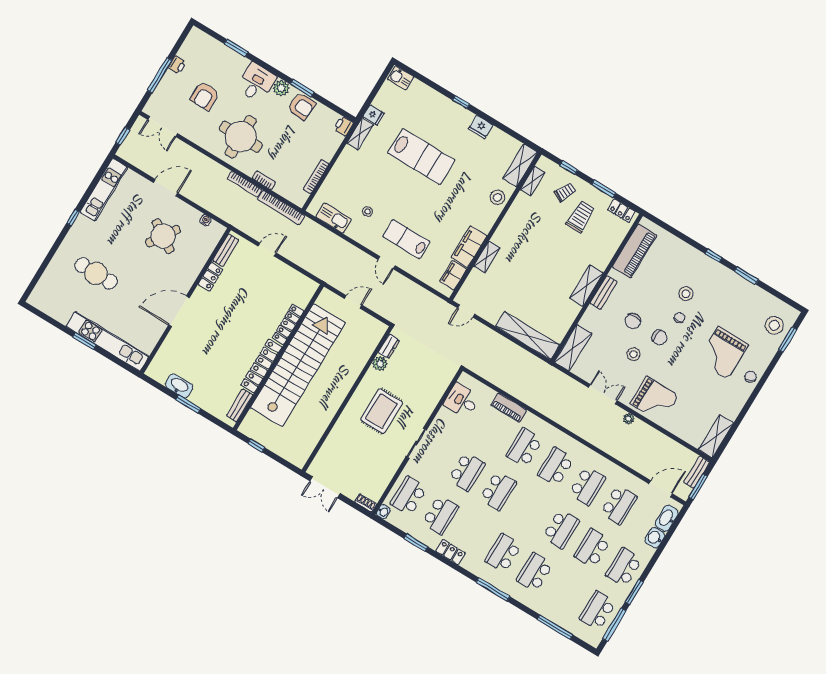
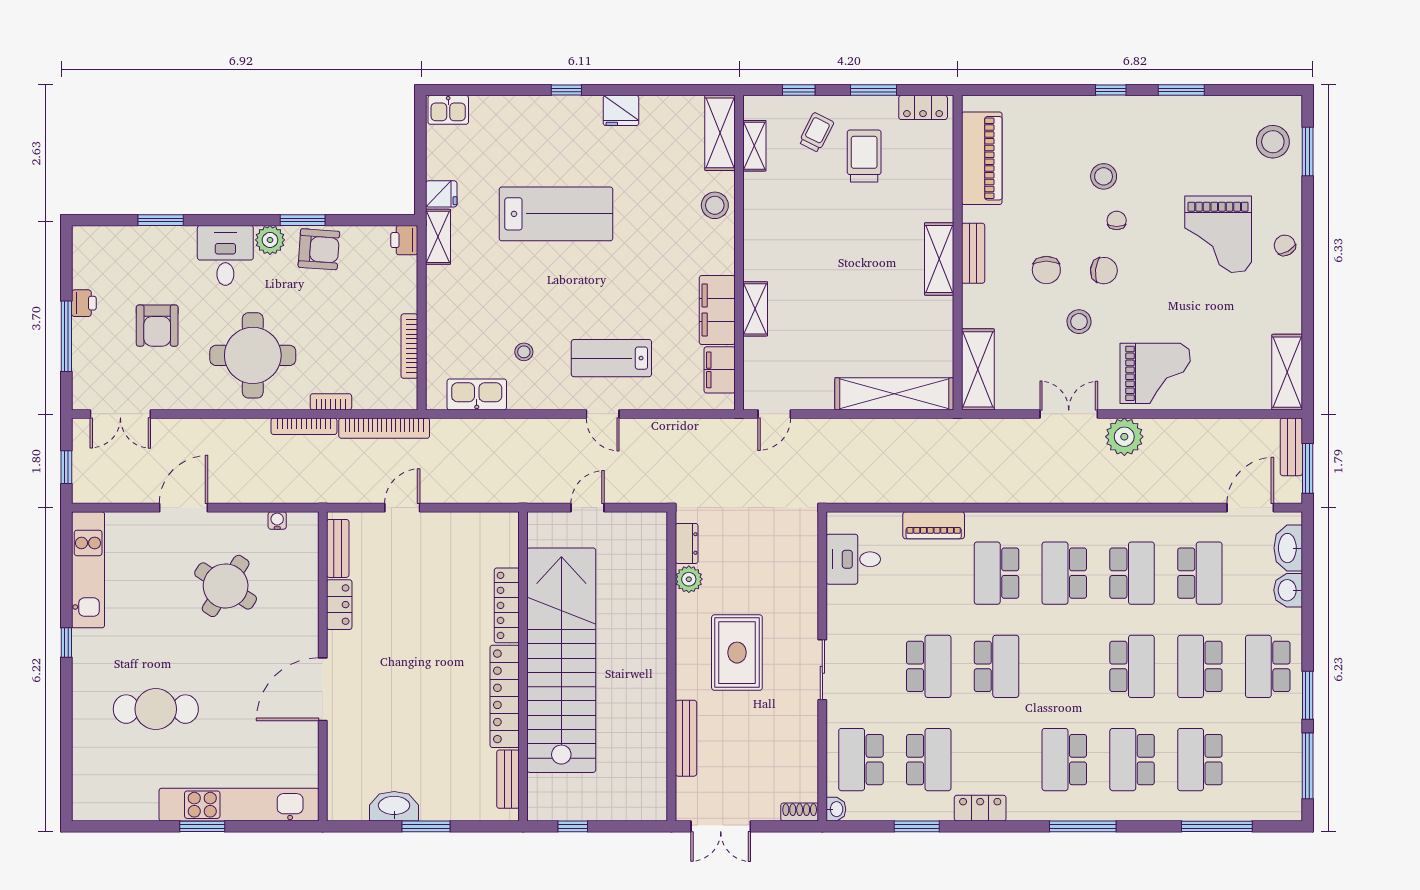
plant: (629, 419) -> (1124, 437), width x1.87, depth x1.87
bench: (334, 437) -> (686, 738), added
school desk: (598, 611) -> (1200, 760), moved

